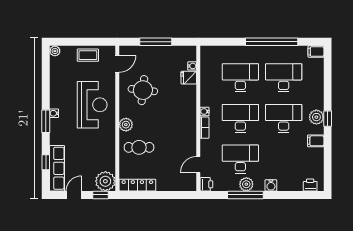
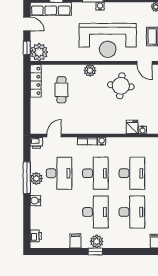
reception desk: (92, 105) -> (108, 40), width x1.36, depth x1.30
cafe table: (139, 147) -> (61, 90), moved
door: (198, 165) -> (54, 135), hinge flipped

